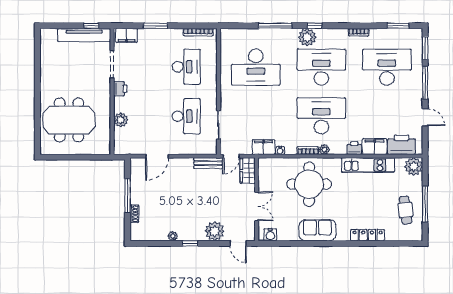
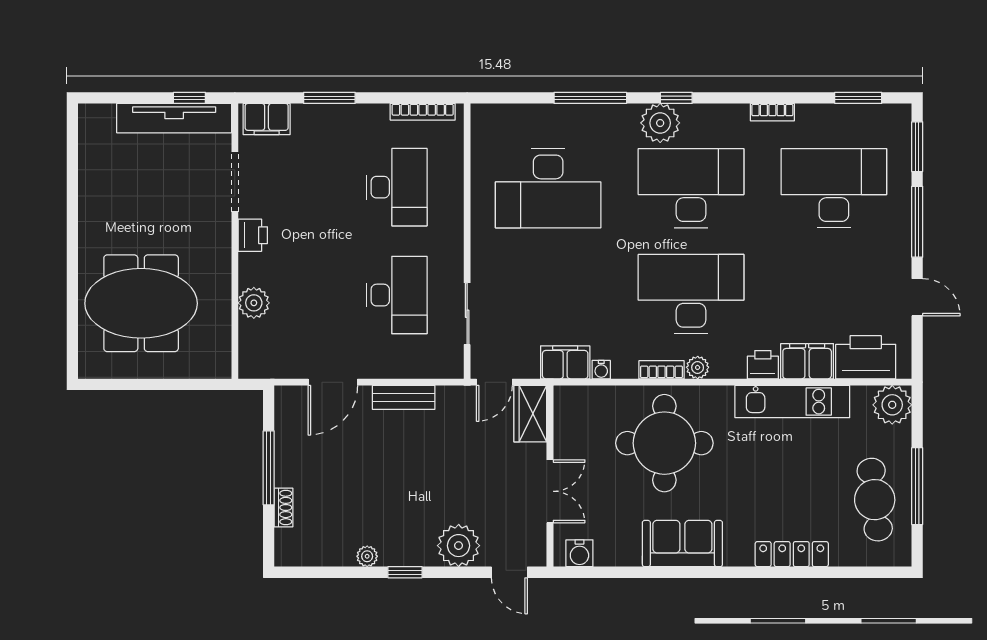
bench: (208, 163) -> (404, 397), moved
cafe table: (406, 210) -> (875, 500), width x1.37, depth x1.35

